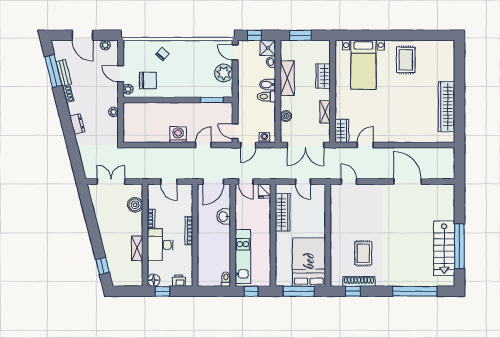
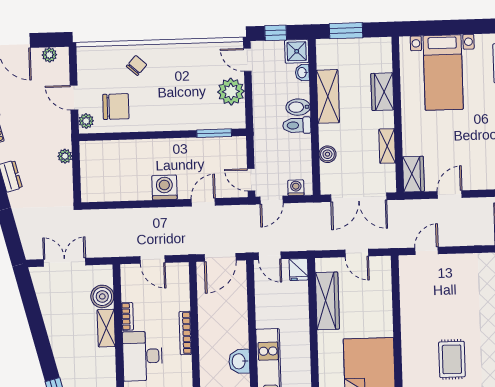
door: (349, 182) -> (427, 251), hinge flipped
washbasin: (224, 217) -> (239, 361), moved
shelving: (137, 248) -> (106, 328), moved

